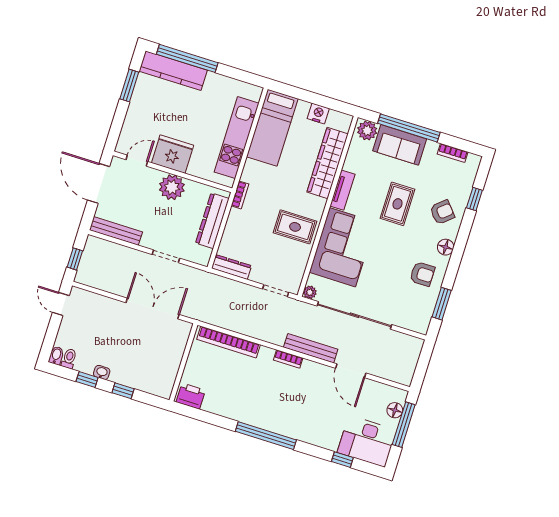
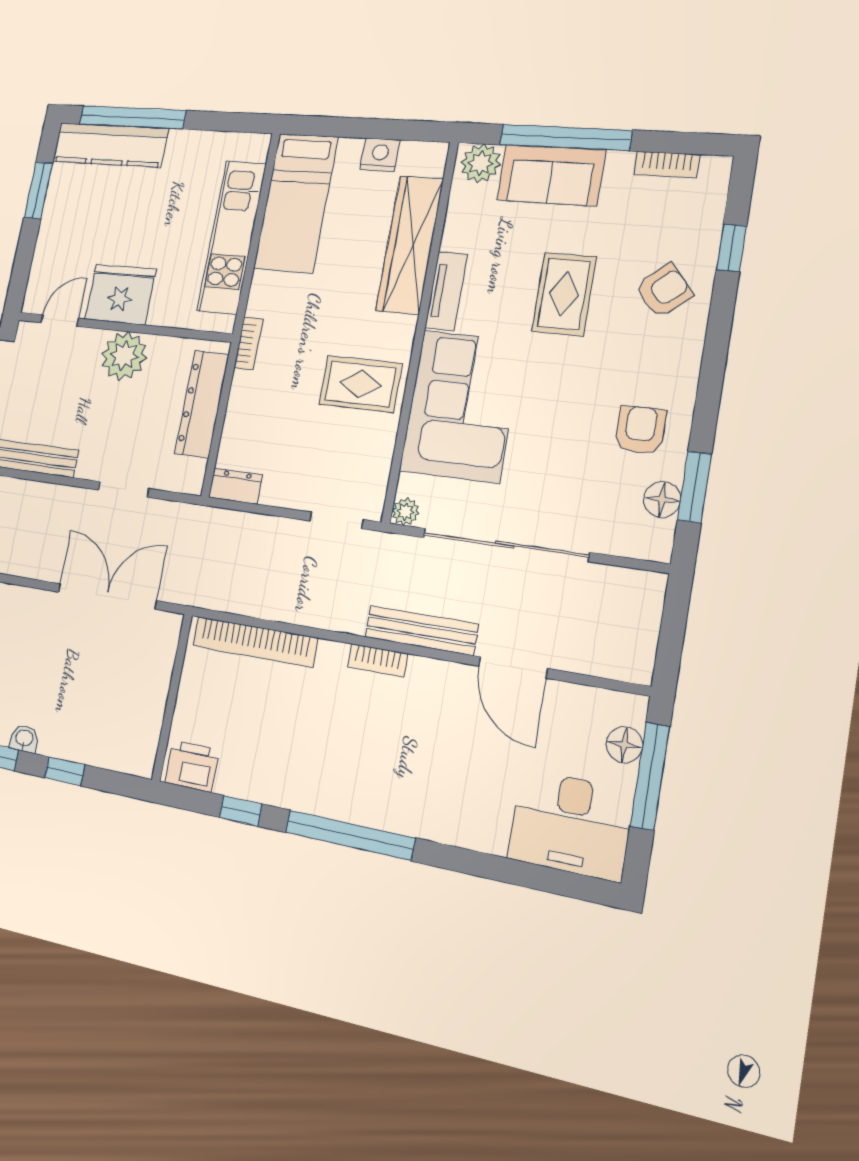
floor lamp: (446, 247) -> (662, 499), moved
dresser: (232, 267) -> (235, 486), width x0.70
armchair: (422, 274) -> (640, 430), turned -90
window: (342, 460) -> (241, 811), moved

